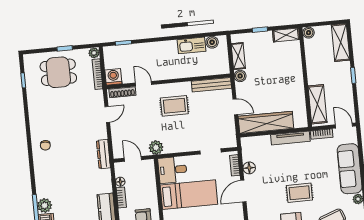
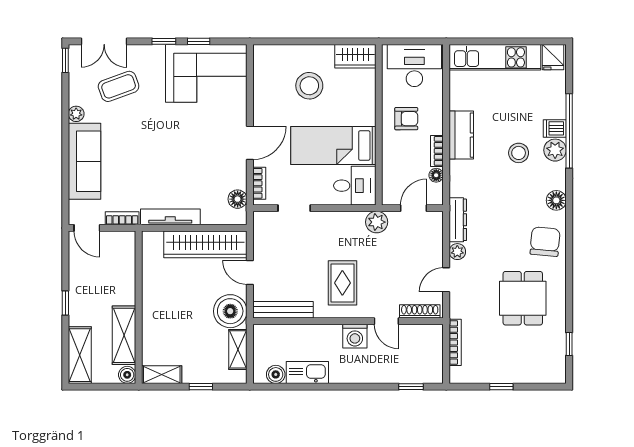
plant: (94, 53) -> (457, 252), moved
dining table: (58, 72) -> (523, 298), moved, turned 90
boiler: (240, 76) -> (230, 311), width x1.86, depth x1.86
washing machine: (113, 77) -> (355, 336), moved
shelving: (317, 104) -> (124, 335), moved
rug: (174, 106) -> (342, 283), turned 90
chair: (45, 145) -> (545, 242), width x1.87, depth x1.87
door: (133, 159) -> (414, 208), swing flipped
floor lamp: (249, 168) -> (238, 199), moved
floor lamp: (41, 173) -> (556, 200), added
rug: (299, 193) -> (165, 132), removed
stool: (68, 201) -> (519, 153), added

